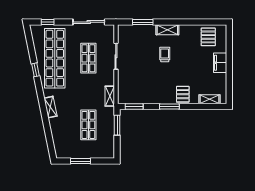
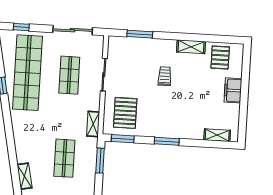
shelving: (167, 30) -> (191, 47), moved
pallet: (183, 94) -> (125, 113), moved, width x1.50, depth x1.42
shelving: (50, 107) -> (25, 176), moved

